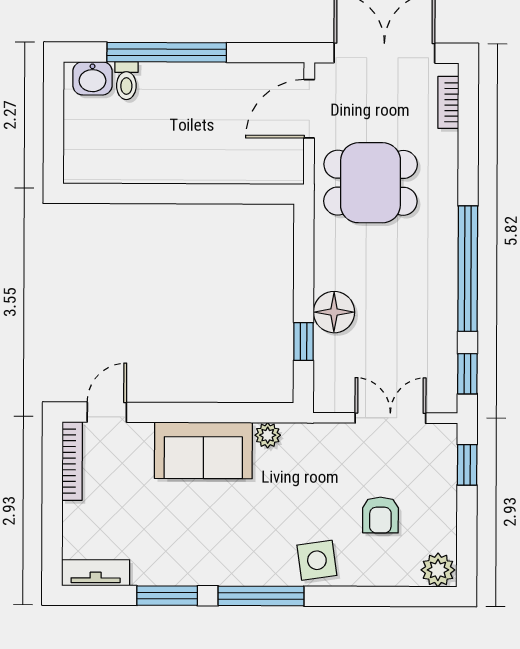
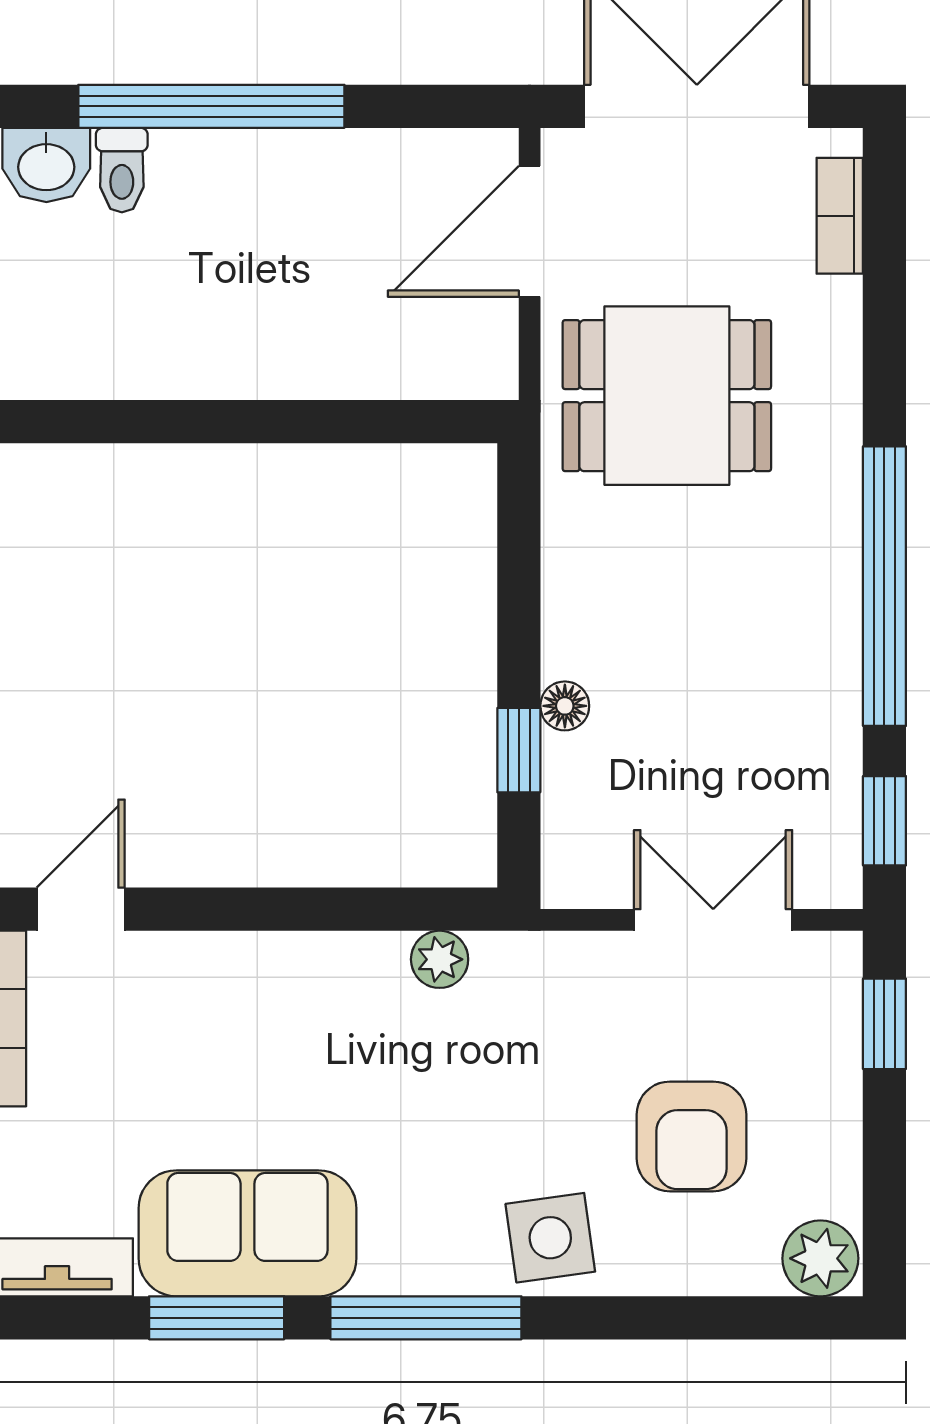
floor lamp: (334, 312) -> (565, 706), width x0.53, depth x0.53
sofa: (203, 450) -> (247, 1233), moved, turned 180
armchair: (380, 515) -> (692, 1136), width x1.38, depth x1.38

